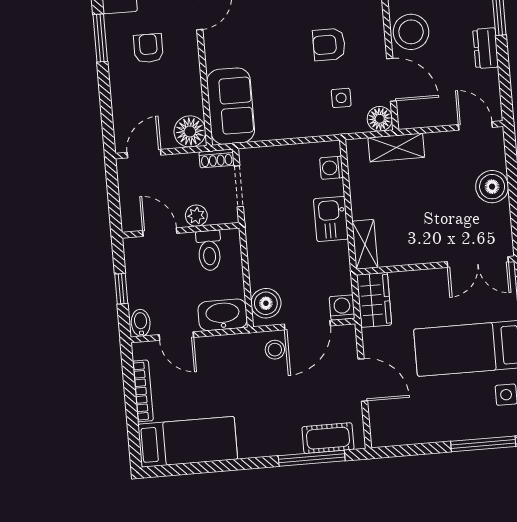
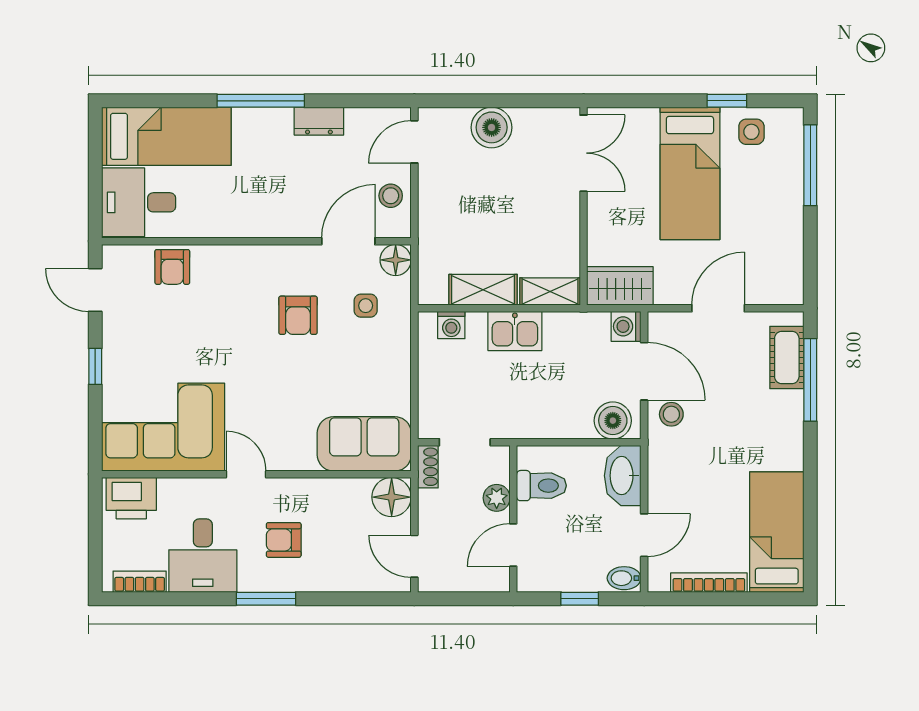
stool: (411, 32) -> (391, 196), moved, width x0.53, depth x0.53
shelving: (396, 147) -> (483, 290), moved, turned 90

